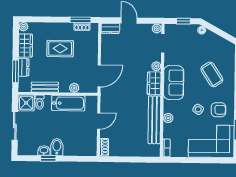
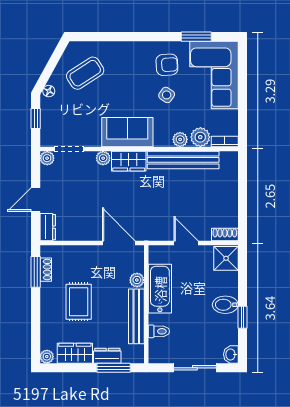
coffee table: (212, 74) -> (85, 73), moved
bench: (45, 87) -> (136, 316), width x1.36
shower: (26, 103) -> (226, 258), moved
armchair: (218, 110) -> (167, 65), turned 87
plant: (170, 132) -> (200, 137), added
washbasin: (44, 151) -> (231, 354), moved

